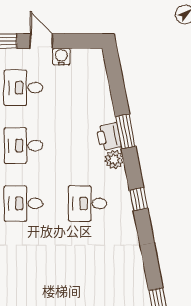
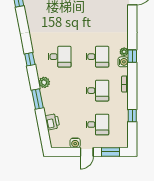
door: (41, 41) -> (87, 152), hinge flipped
printer: (109, 137) -> (52, 122), moved

